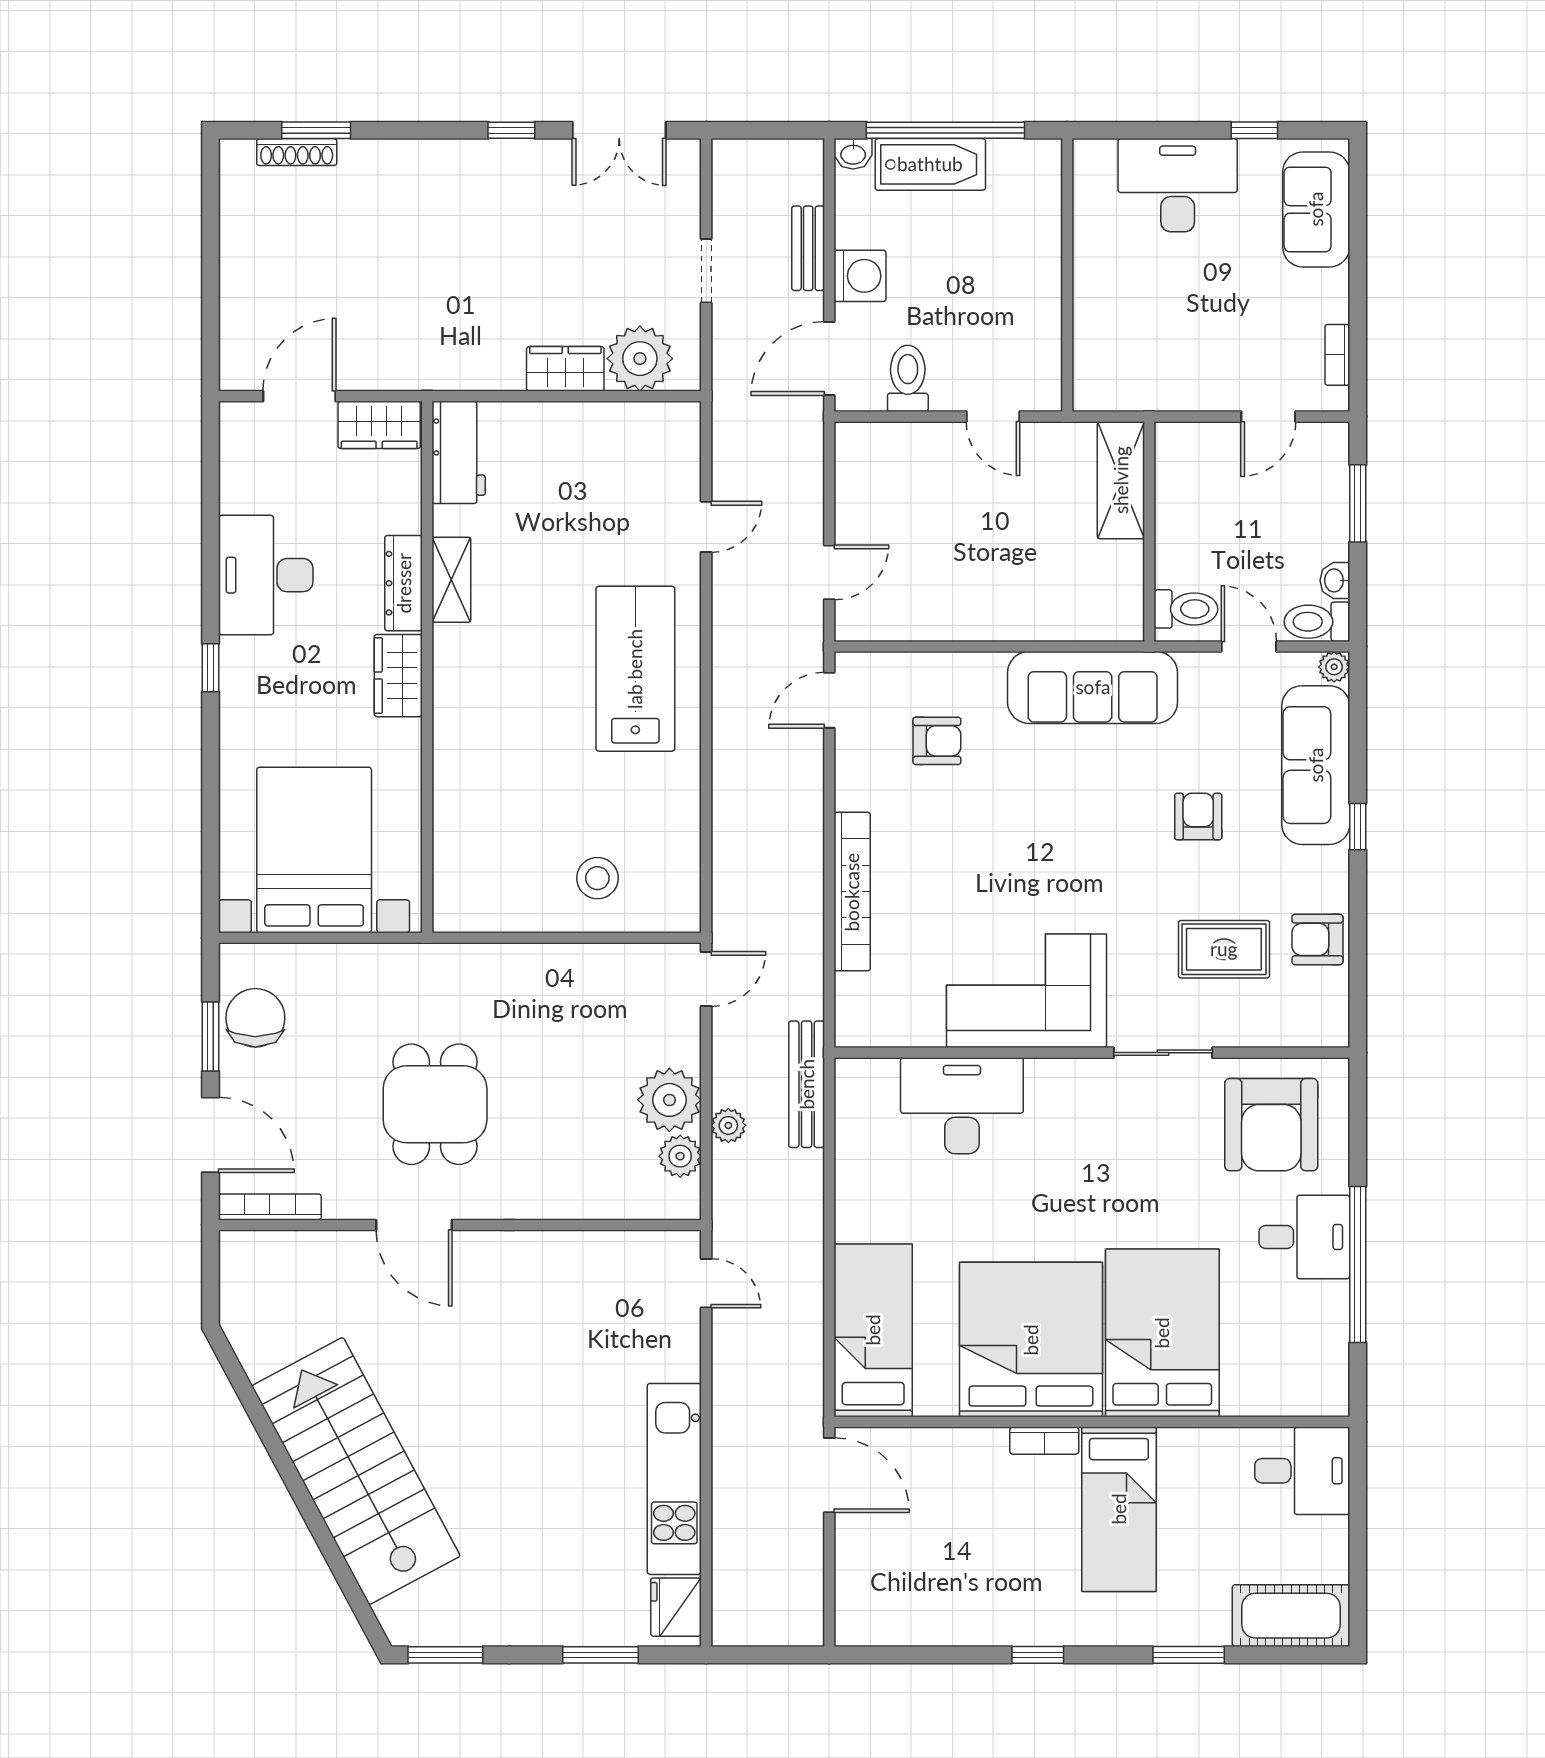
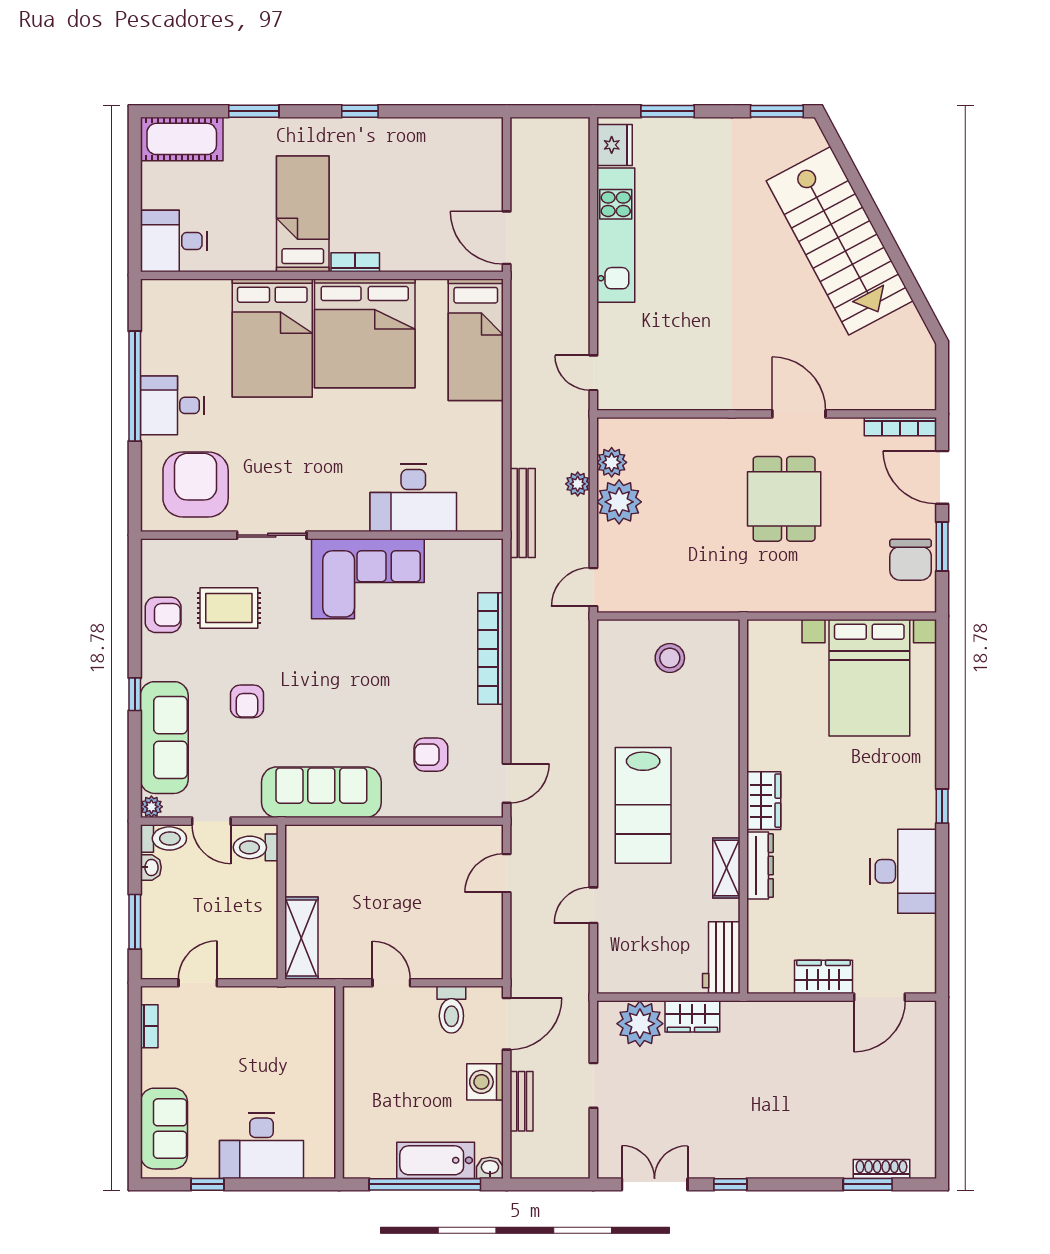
workbench: (459, 452) -> (721, 958), moved
shelving: (451, 580) -> (726, 868), moved
dresser: (404, 583) -> (760, 866), moved
wall: (427, 667) -> (743, 807), moved
wardrobe: (398, 676) -> (764, 801), moved

